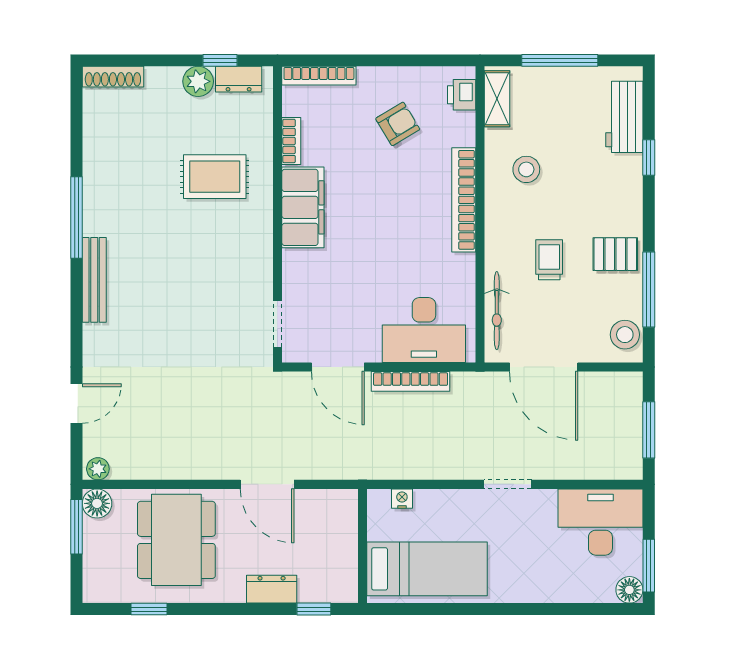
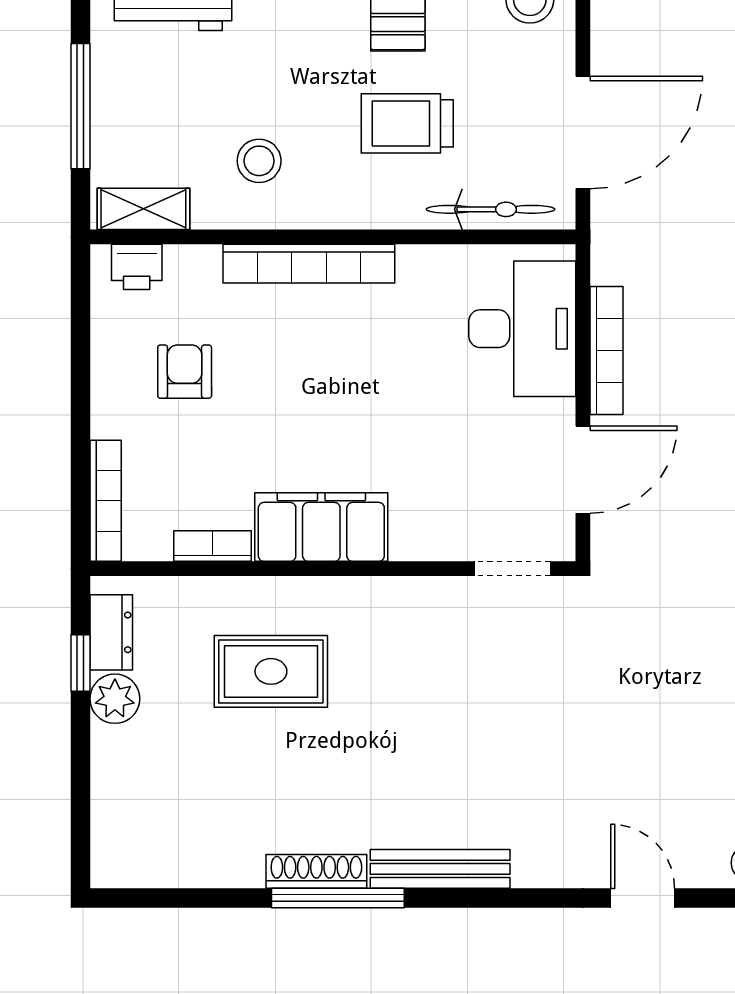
shoe rack: (113, 77) -> (316, 871), moved, turned -90
armchair: (398, 124) -> (185, 372), turned 31
rug: (215, 177) -> (271, 671), turned 90
trolley: (549, 260) -> (407, 123), width x1.36, depth x1.39

